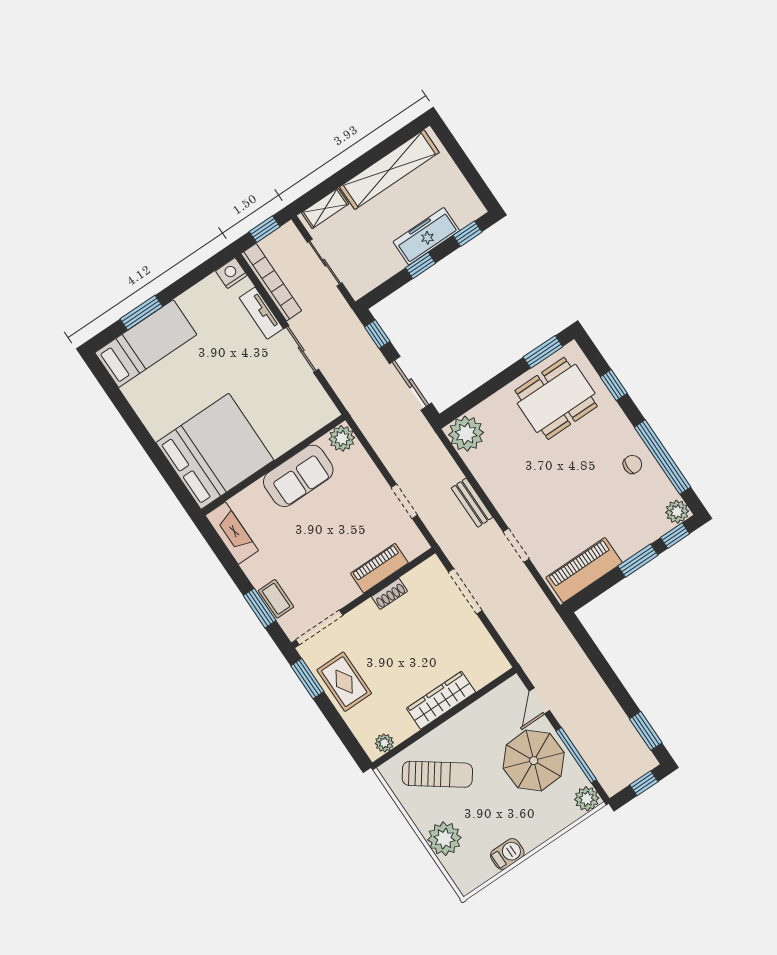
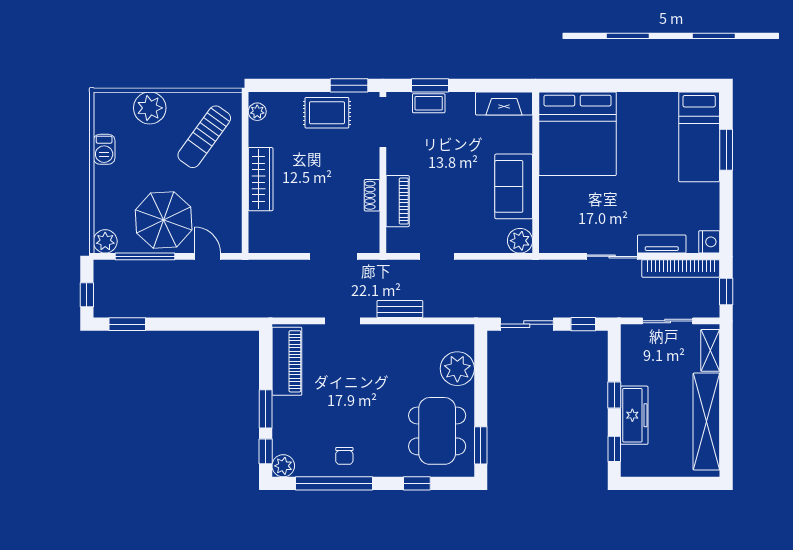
plant: (466, 434) -> (457, 369), moved

